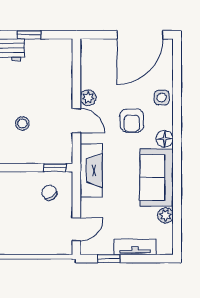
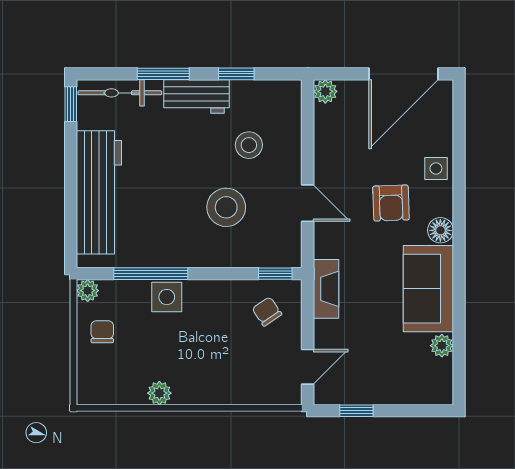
stool: (37, 82) -> (249, 145), added
plant: (88, 98) -> (325, 91), moved
stool: (22, 123) -> (226, 207), width x1.89, depth x1.89
fireplace: (91, 170) -> (326, 289), width x0.73, depth x0.76
tv unit: (135, 247) -> (396, 393), removed

